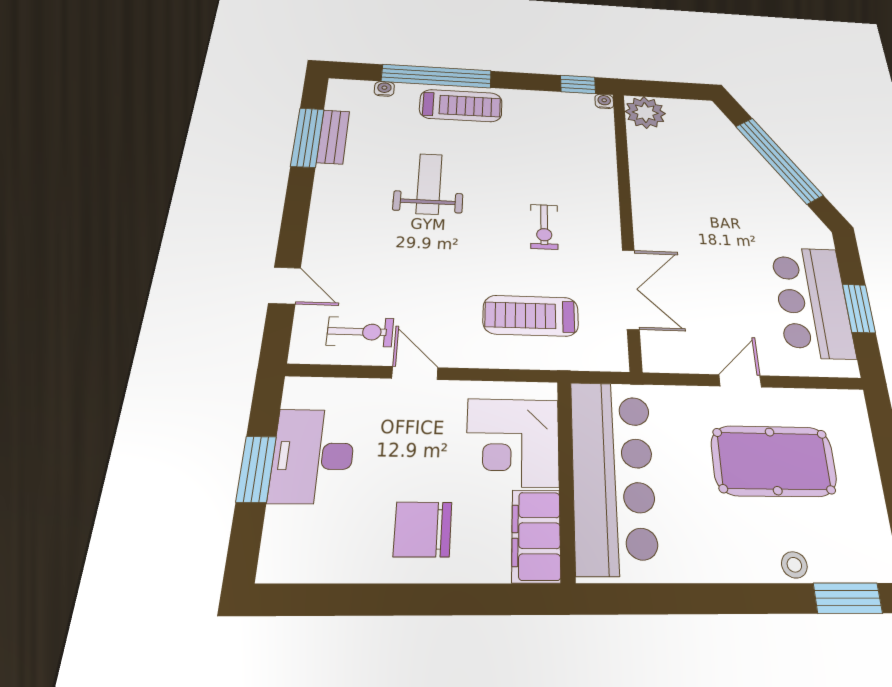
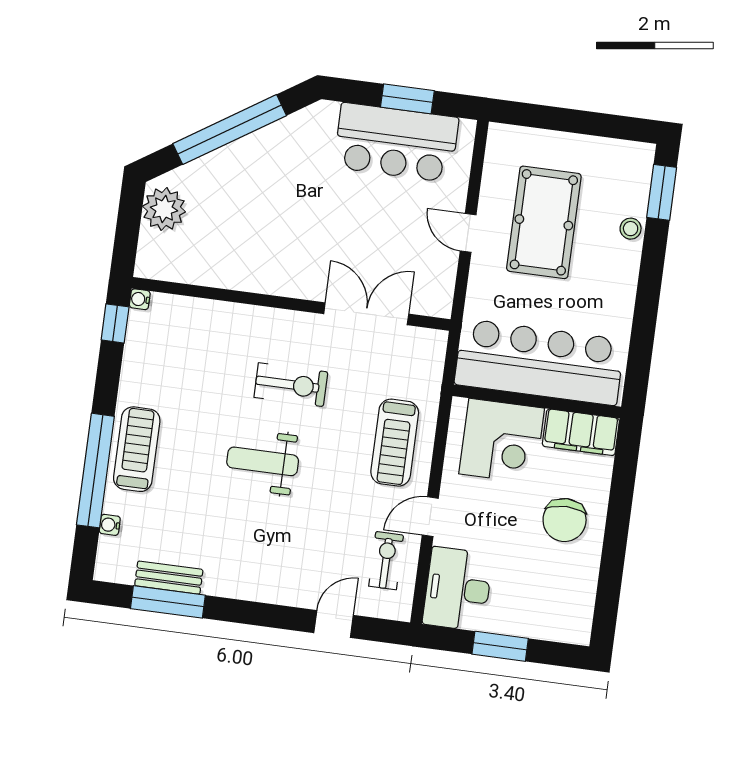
plant: (645, 113) -> (164, 209), moved
weight bench: (429, 184) -> (263, 461), moved
exercise bike: (544, 227) -> (291, 385), width x1.38, depth x1.39
treadmill: (531, 316) -> (395, 443), moved
desk: (313, 456) -> (458, 589), moved, turned 90

